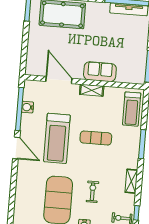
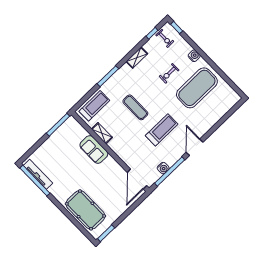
door: (59, 80) -> (137, 179), moved
shelving: (92, 90) -> (102, 133), moved
treadmill: (57, 138) -> (162, 130), width x0.73, depth x0.73

